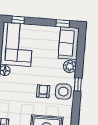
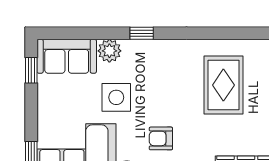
armchair: (43, 91) -> (161, 138), moved
side table: (63, 92) -> (116, 97), moved

